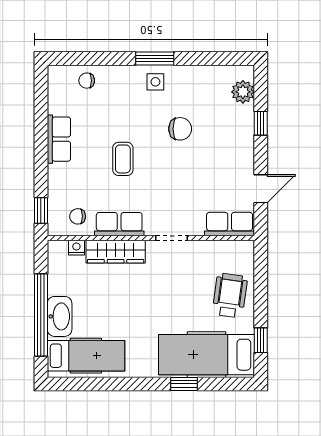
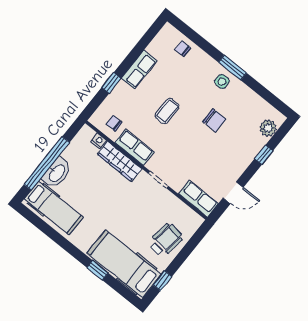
window: (41, 210) -> (111, 83), moved

